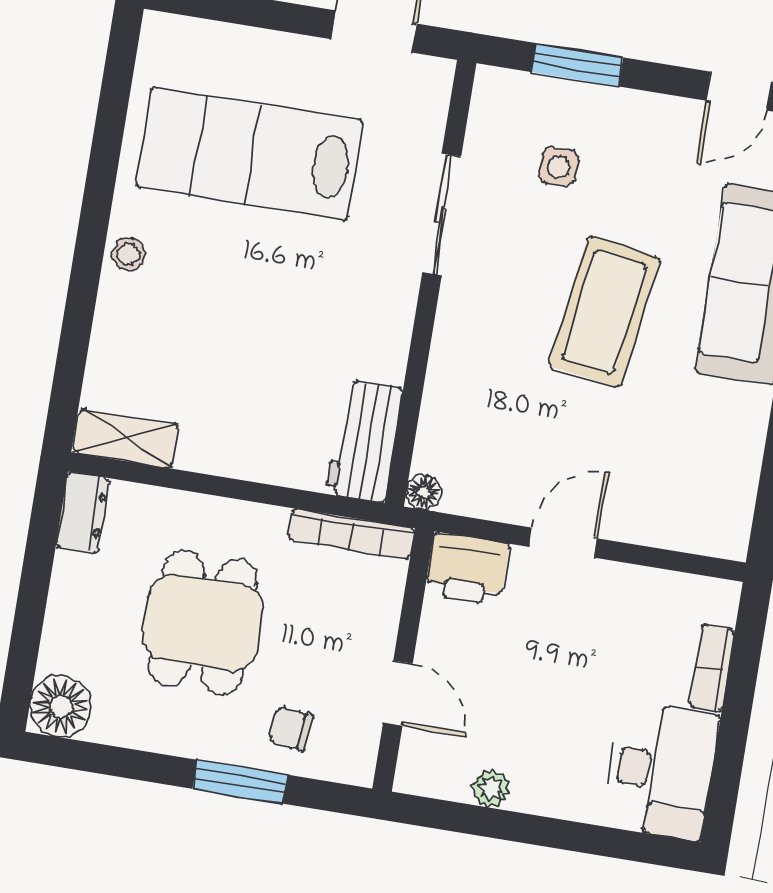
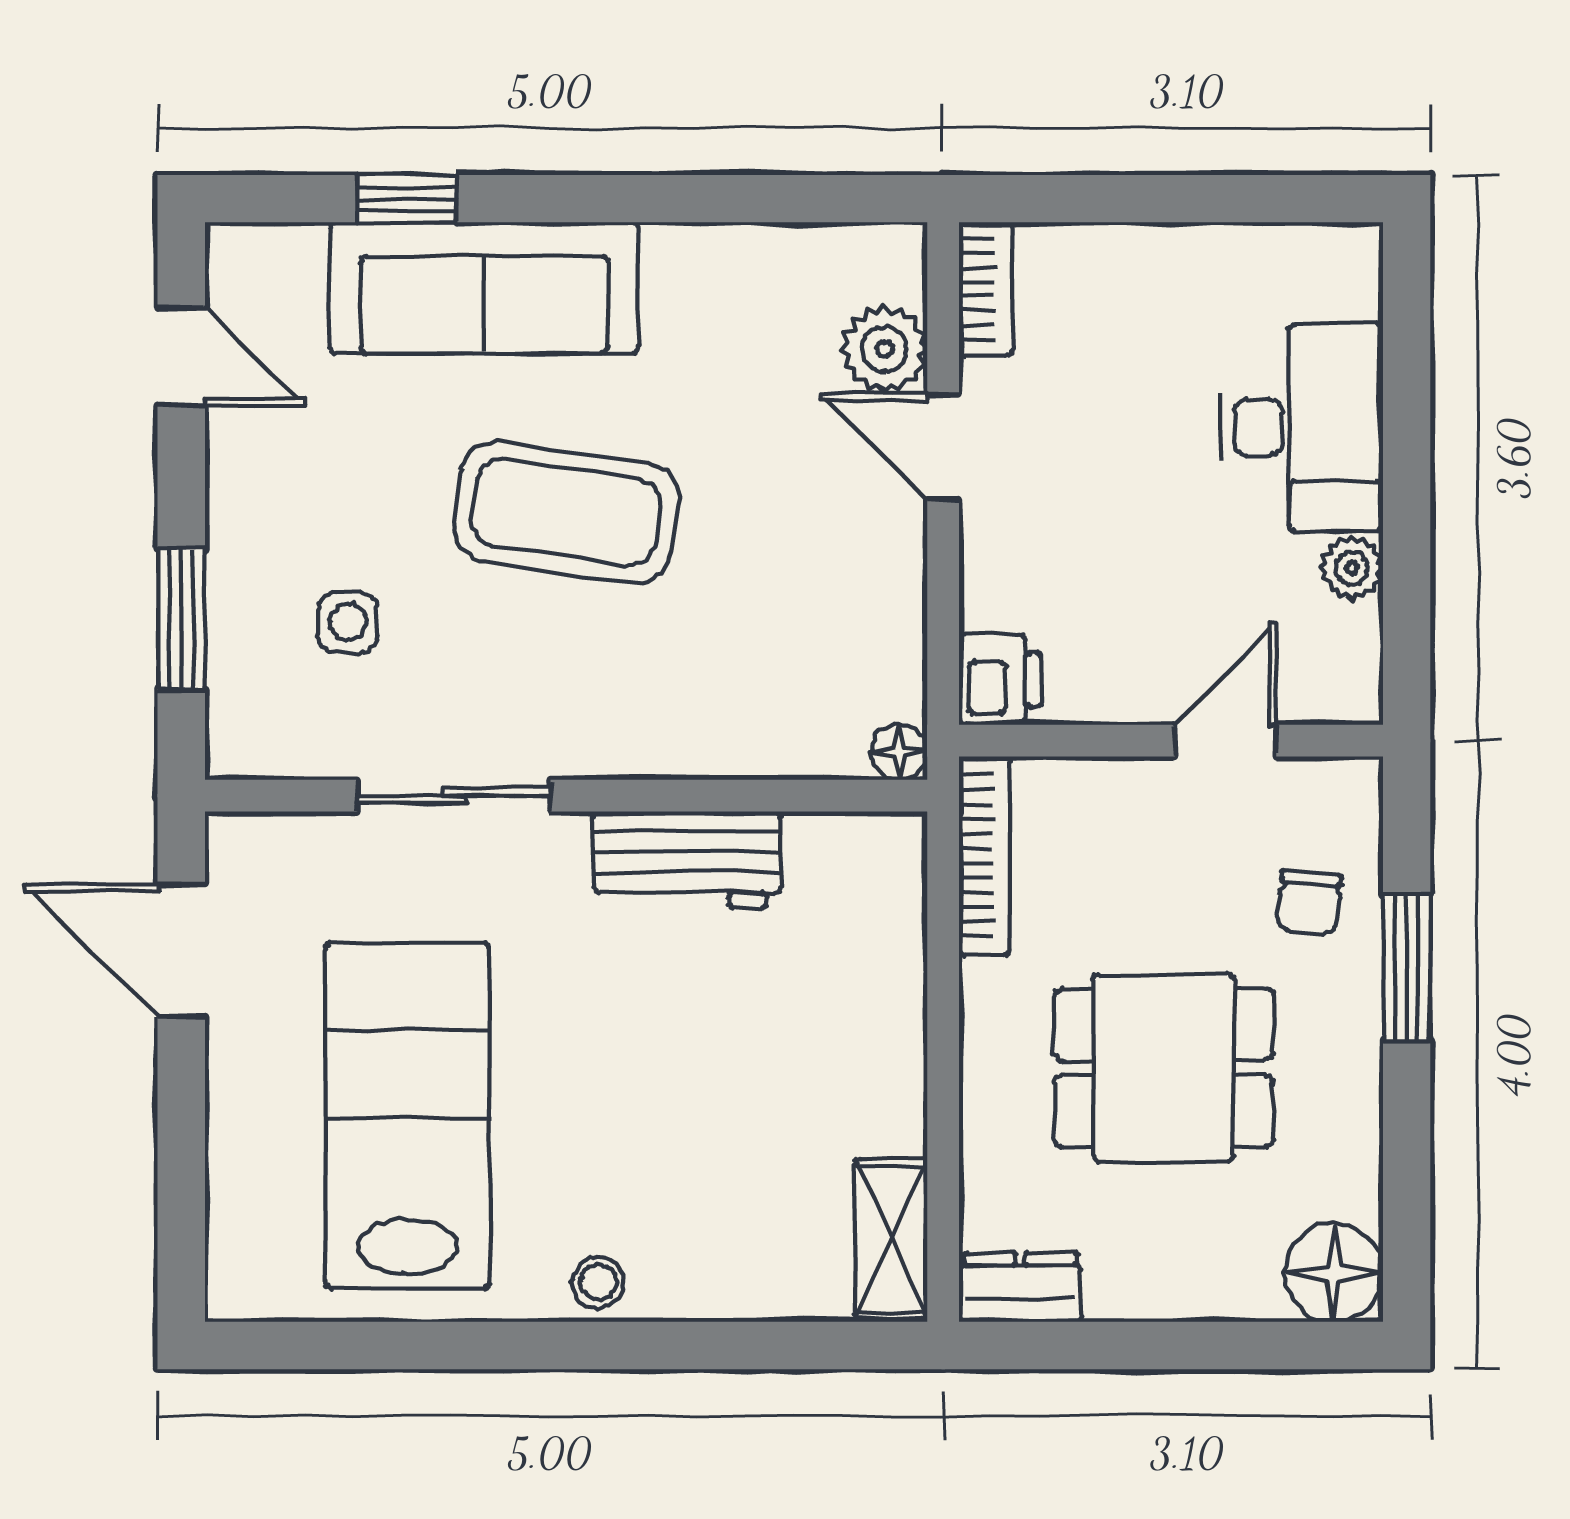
lab bench: (250, 154) -> (408, 1116), turned 180
workbench: (364, 441) -> (687, 860), moved
plant: (672, 523) -> (885, 349), added
door: (563, 543) -> (943, 447), moved
printer: (467, 569) -> (1000, 680), width x0.73, depth x0.81
bookcase: (712, 668) -> (986, 289), moved, turned -90
desk: (661, 771) -> (1302, 427), moved, turned 90

